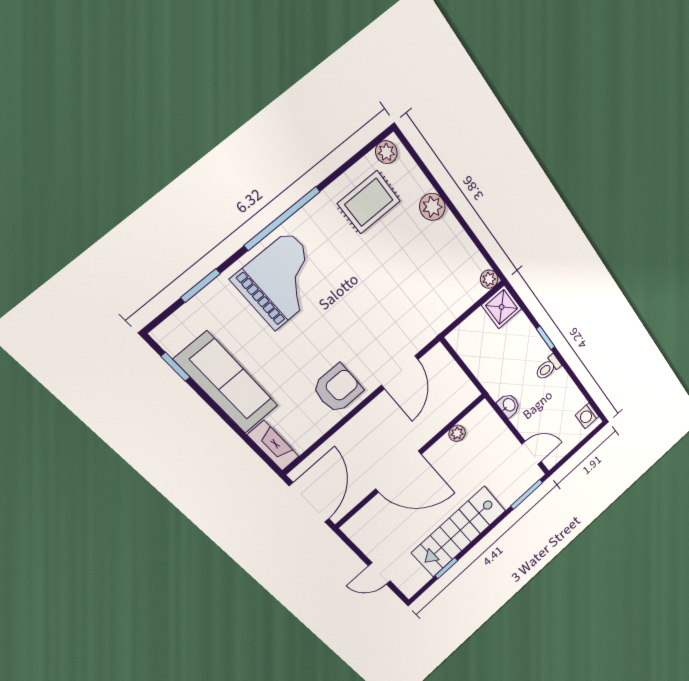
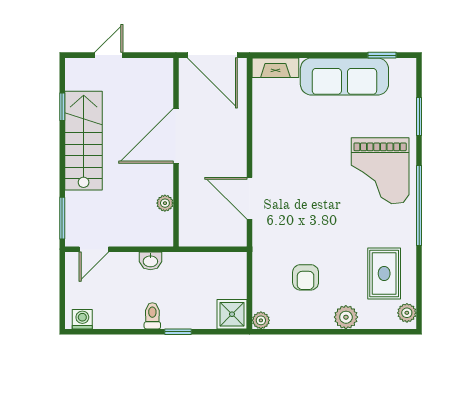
armchair: (338, 389) -> (306, 277), moved, width x0.72, depth x0.72

